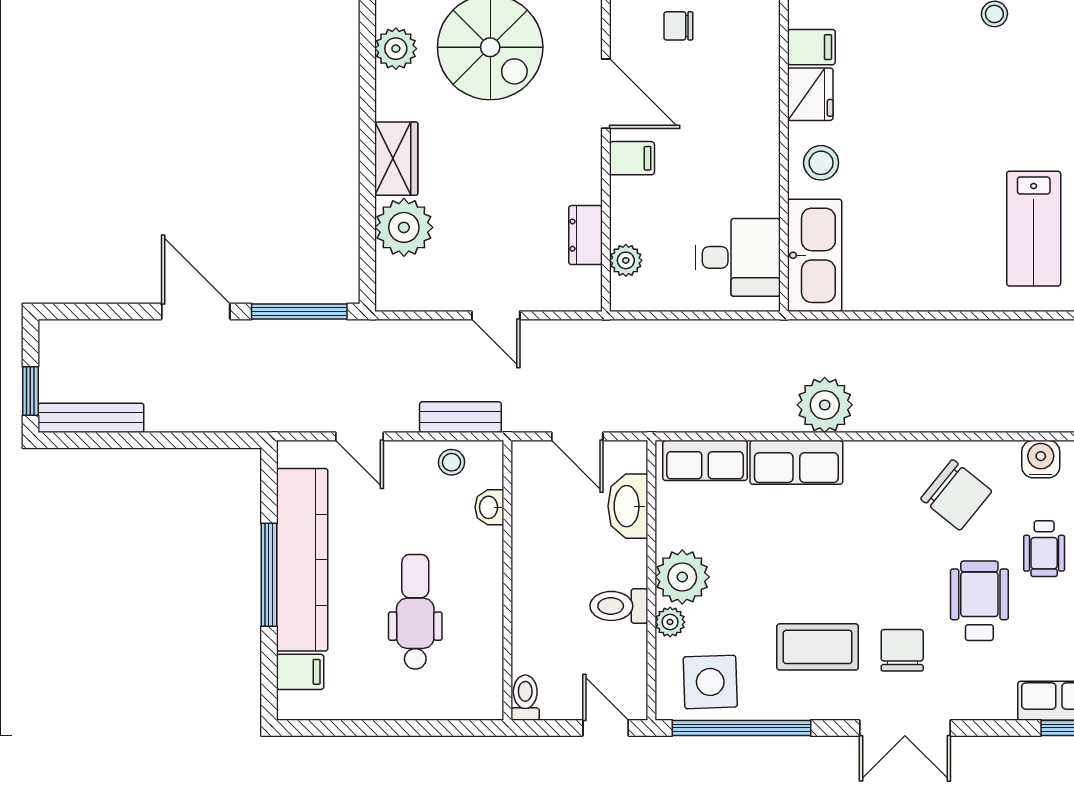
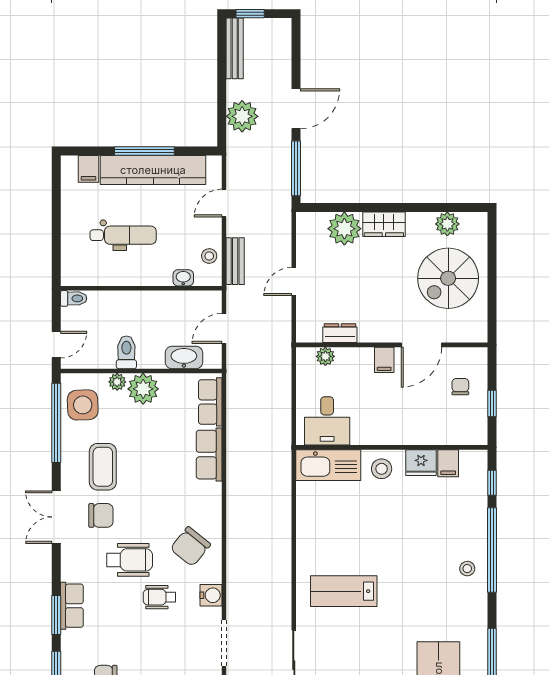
plant: (825, 405) -> (242, 116), moved

